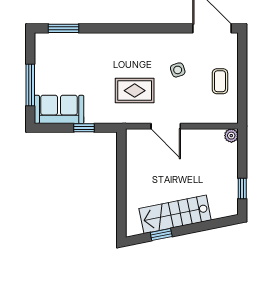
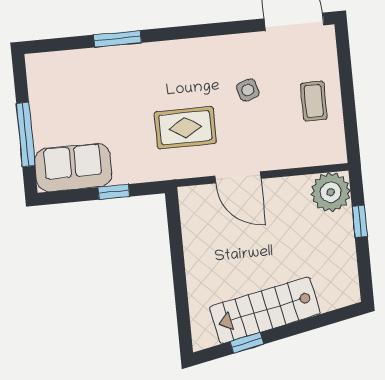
window: (64, 28) -> (118, 39), moved
plant: (231, 136) -> (331, 192), width x1.88, depth x1.88
window: (242, 188) -> (360, 221), moved

